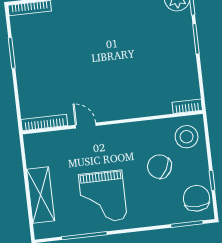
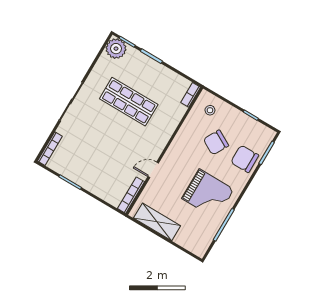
shop shelf: (134, 51) -> (129, 102), added
stool: (187, 137) -> (210, 110), width x0.53, depth x0.53
shelving: (41, 195) -> (157, 222), moved
chair: (196, 198) -> (245, 159), moved

